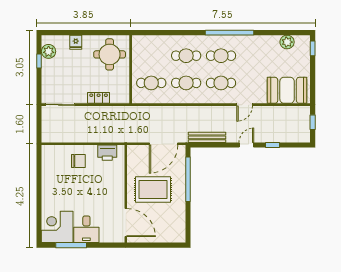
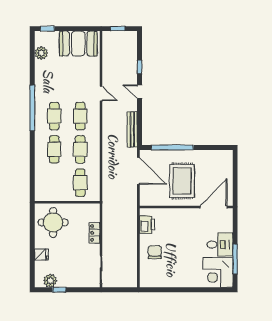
booth: (287, 90) -> (78, 44), moved, turned 90

